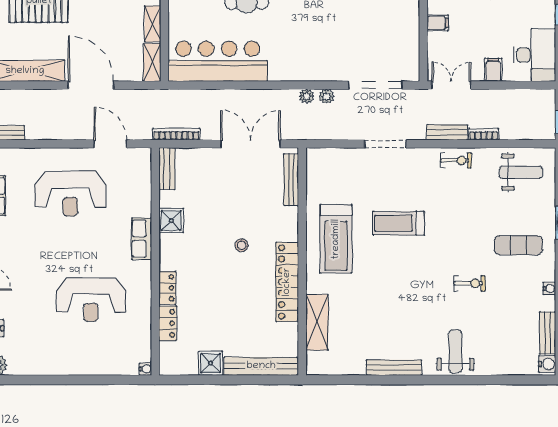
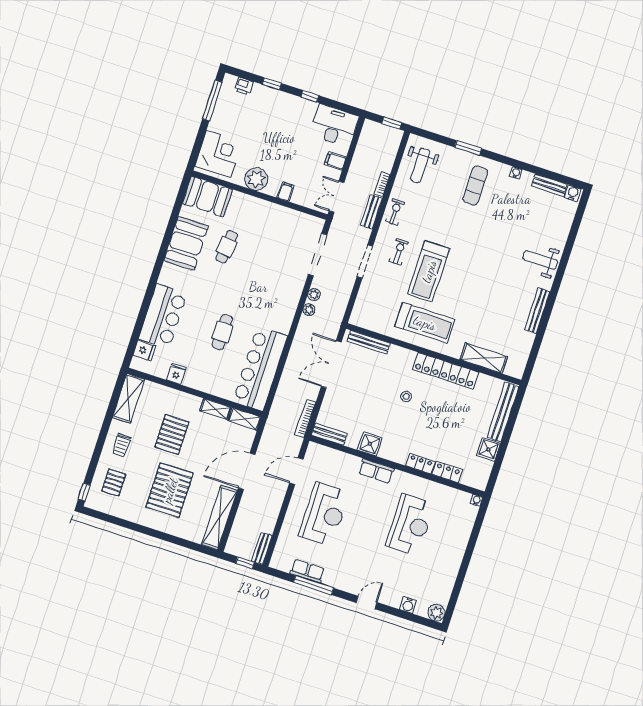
weight bench: (521, 172) -> (420, 165), turned 180
treadmill: (399, 223) -> (429, 271), width x1.37, depth x1.38
exercise bike: (470, 283) -> (399, 252), moved

